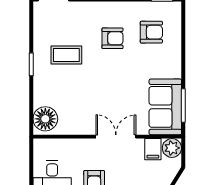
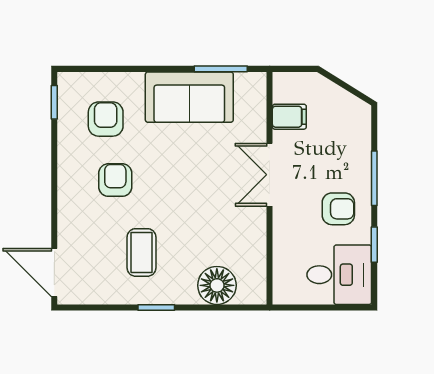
sofa: (165, 107) -> (189, 97), moved
floor lamp: (45, 119) -> (217, 285), moved
plant: (172, 148) -> (287, 87), removed

